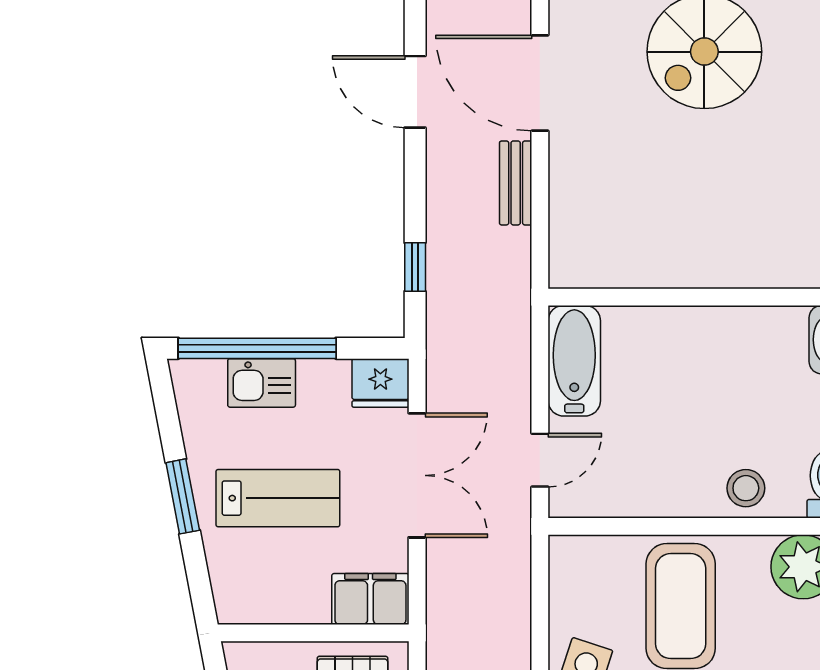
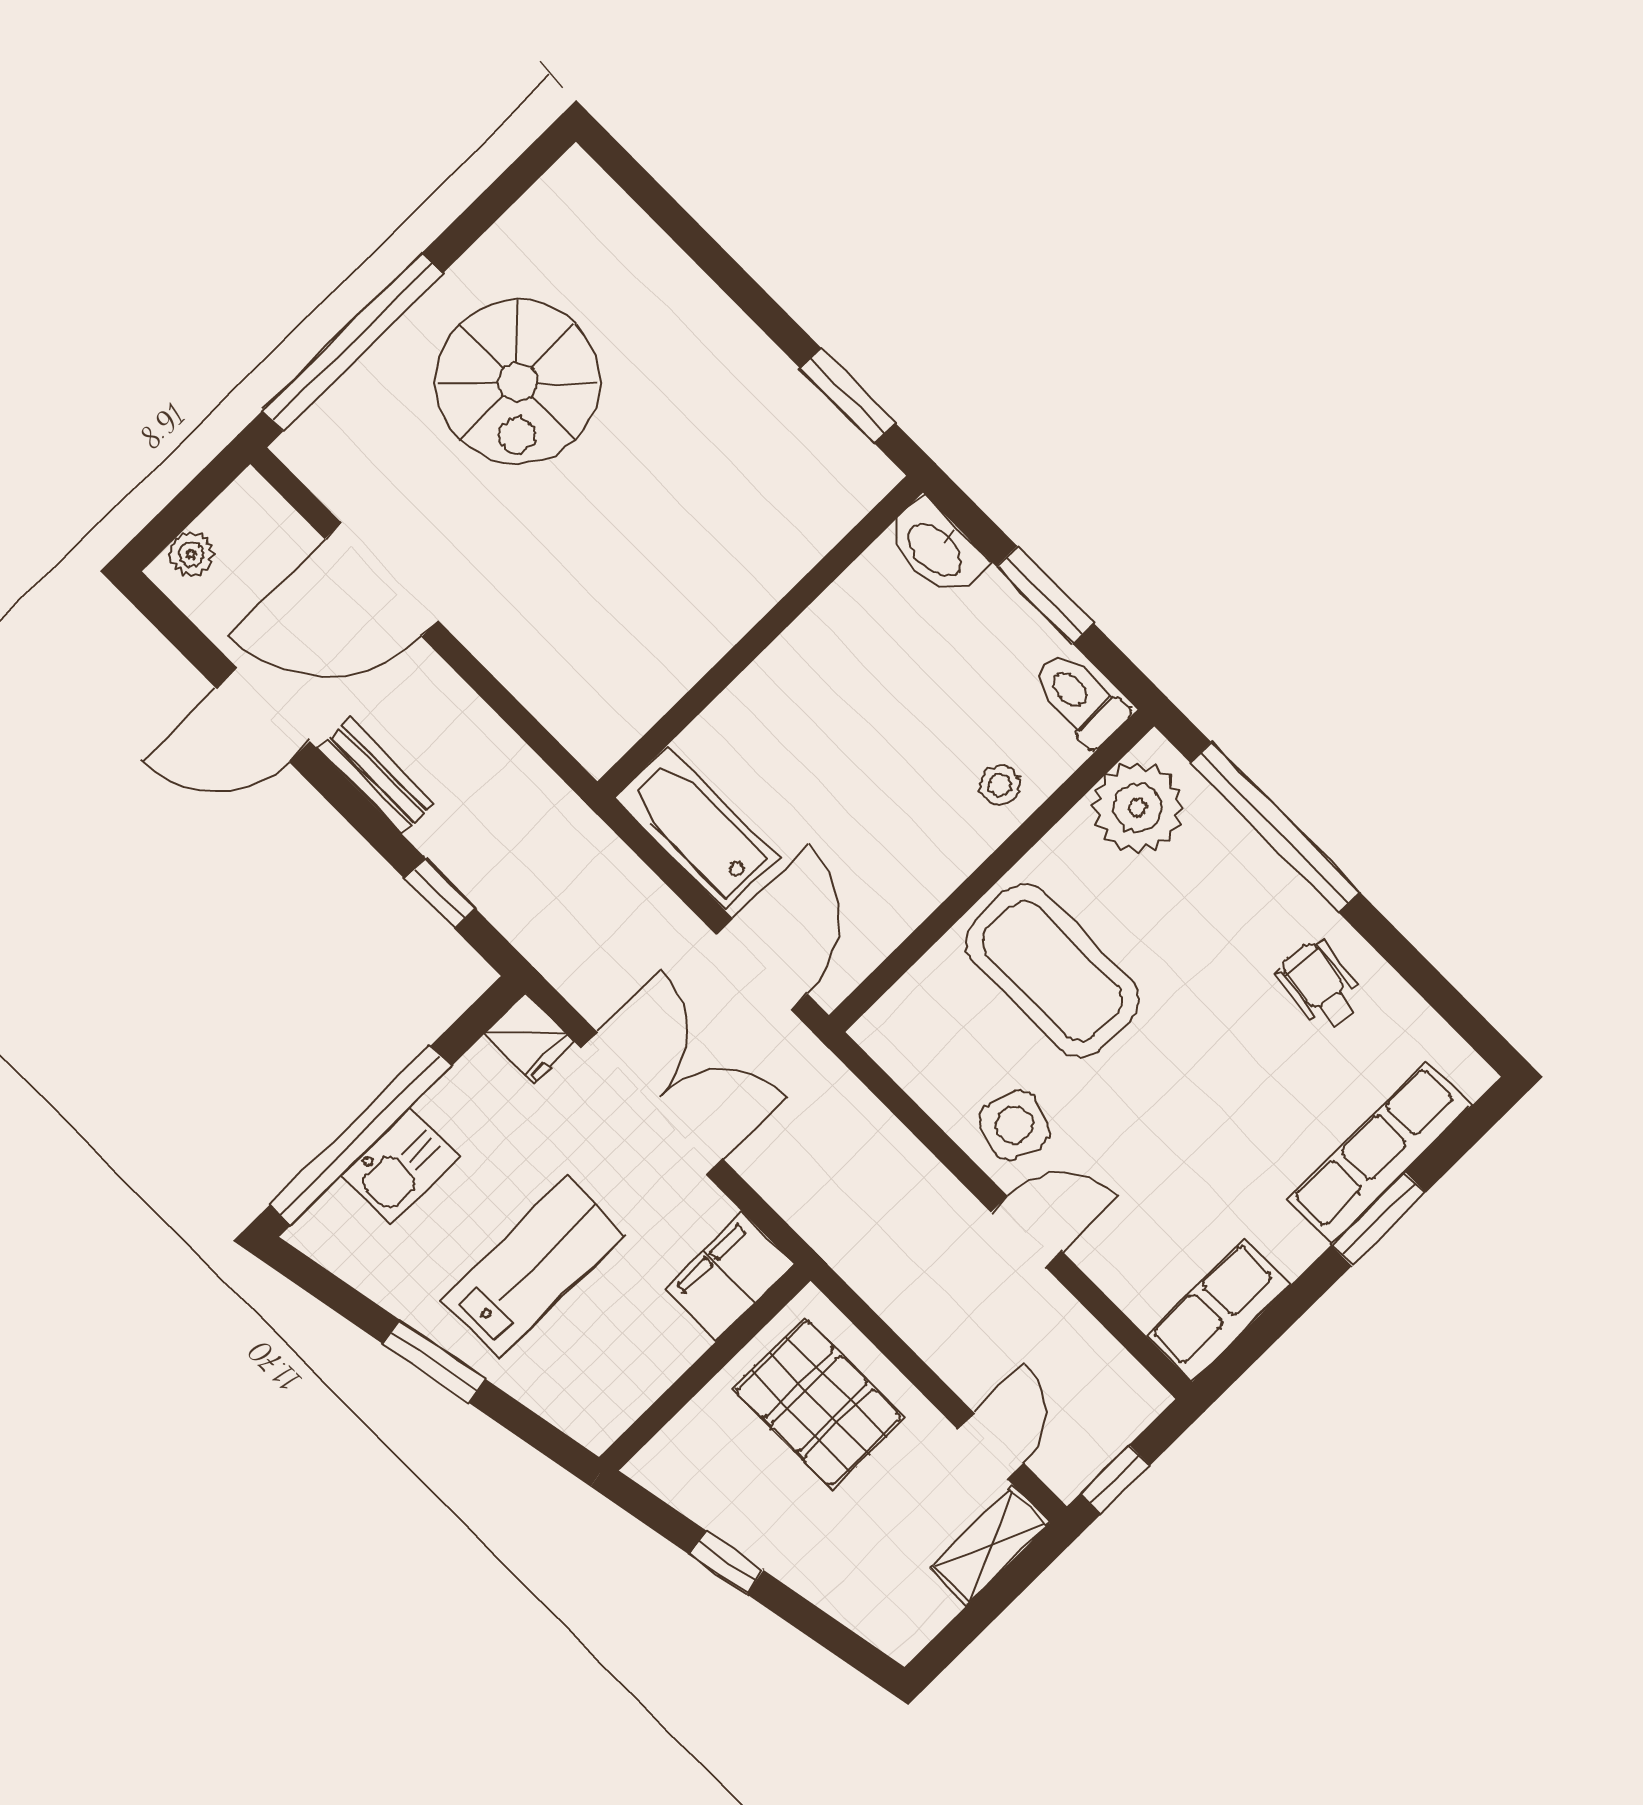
bench: (516, 183) -> (376, 776), moved
fridge: (380, 383) -> (529, 1038), width x0.72
door: (540, 460) -> (762, 964), width x1.37
stool: (746, 488) -> (1000, 785), width x0.73, depth x0.73

